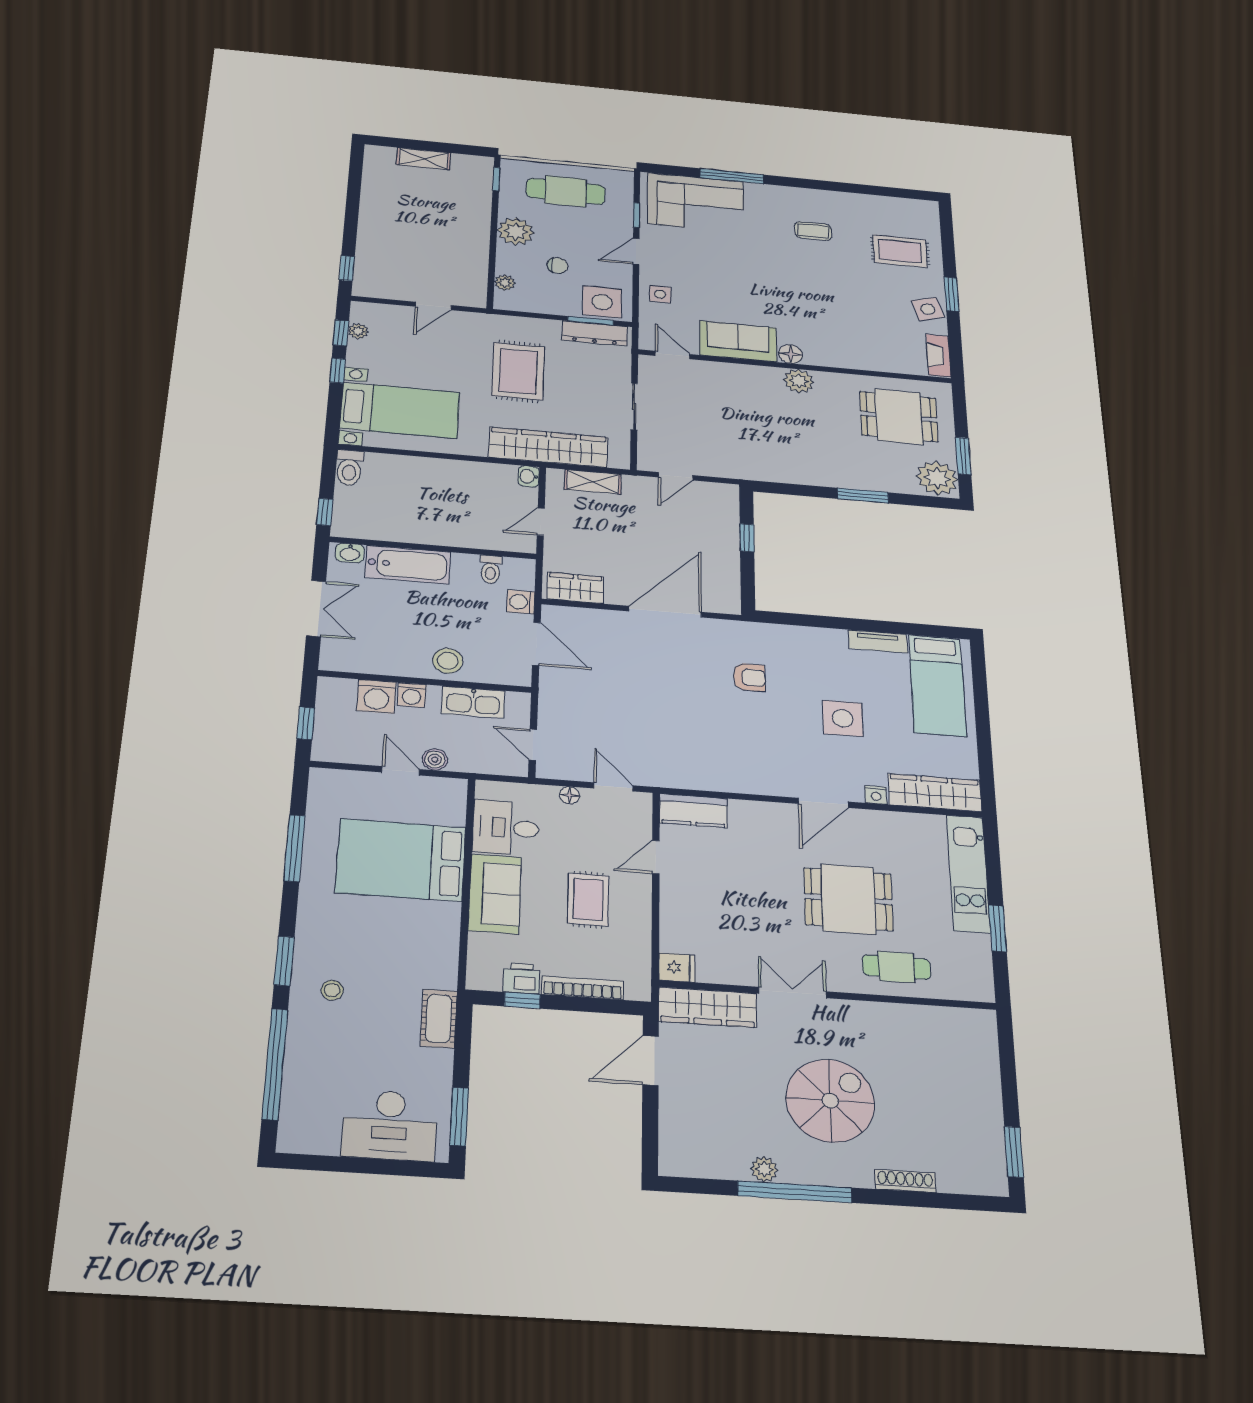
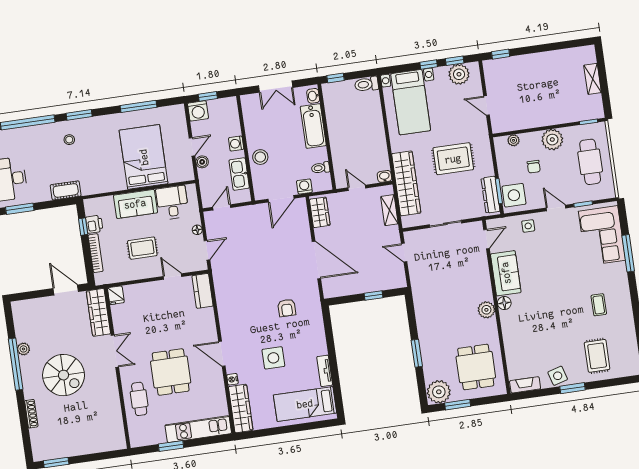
plant: (358, 331) -> (459, 74), width x1.88, depth x1.88
washing machine: (376, 696) -> (198, 111), moved, turned -90

